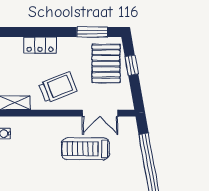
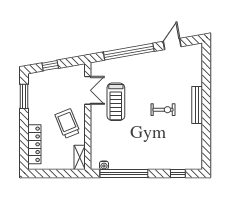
locker: (40, 45) -> (34, 144), width x1.53
pallet: (106, 64) -> (49, 86), removed

